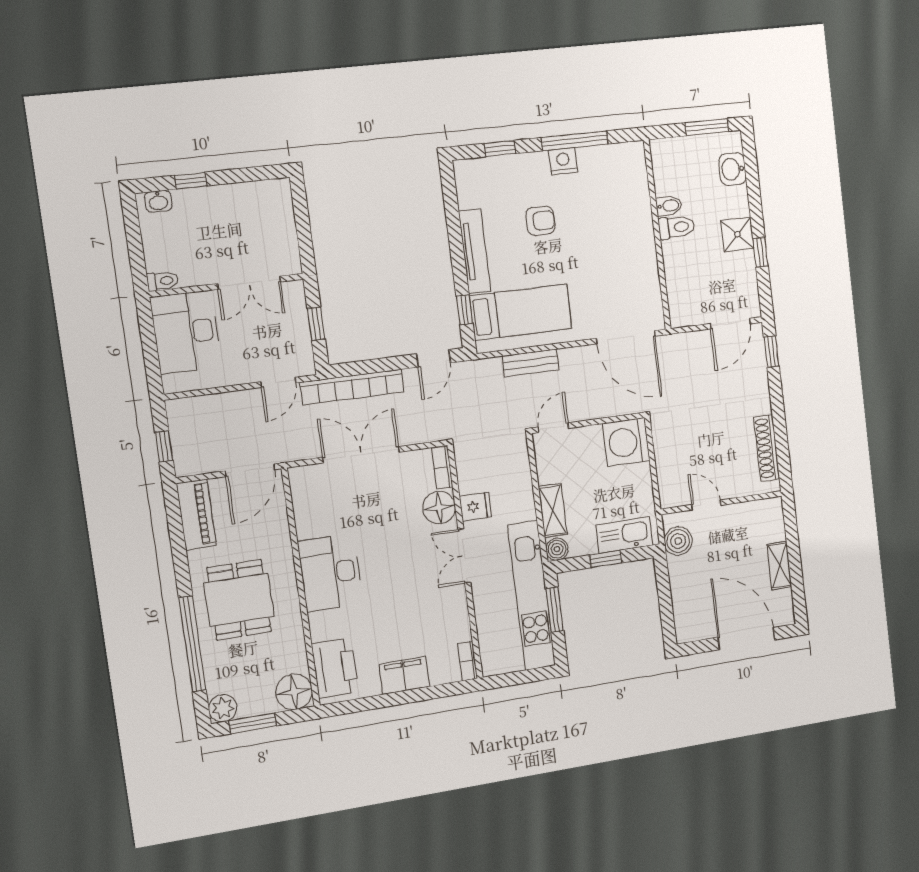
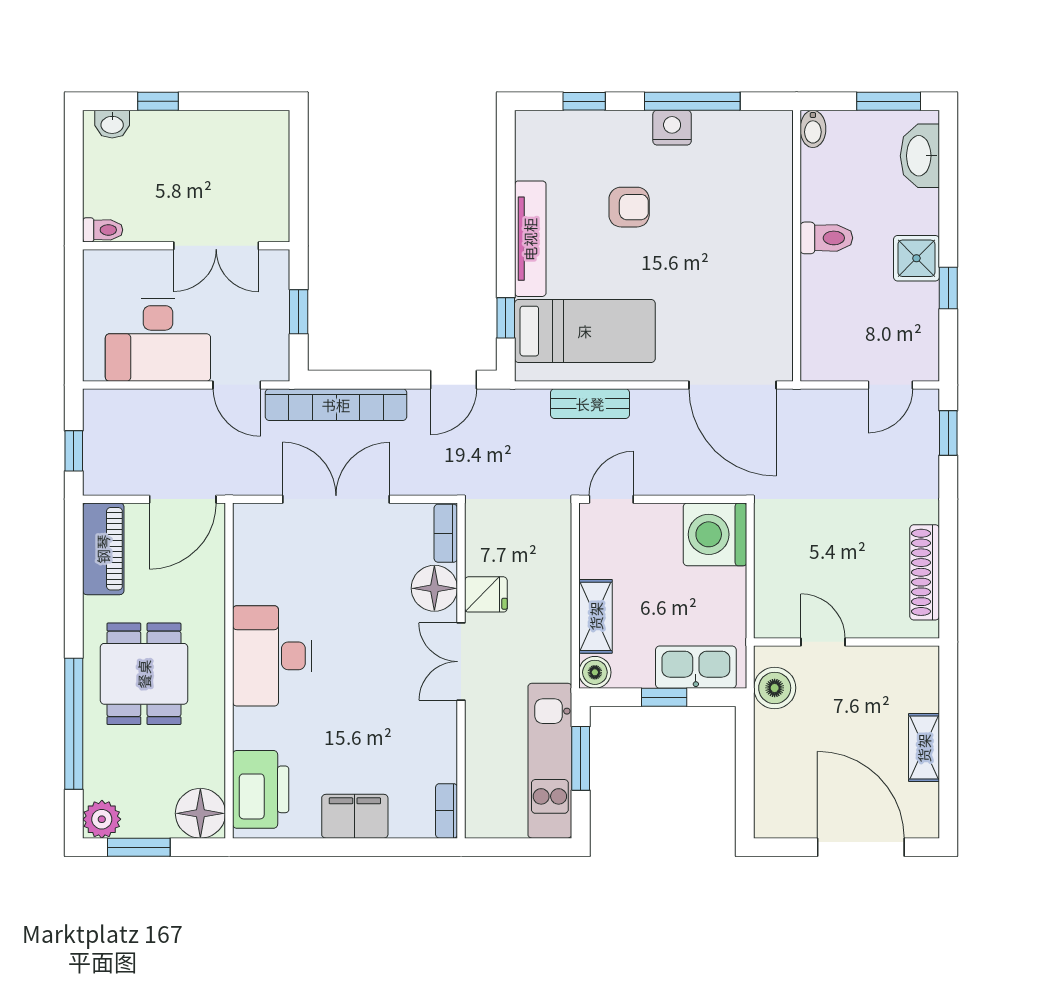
washbasin: (732, 169) -> (920, 156), width x1.38
bidet: (669, 206) -> (813, 129), moved, turned 90
door: (730, 324) -> (890, 385), width x0.73
desk: (186, 332) -> (158, 340), moved, turned -90
door: (278, 382) -> (237, 385), hinge flipped
kitchen unit: (532, 595) -> (550, 761), width x0.73

